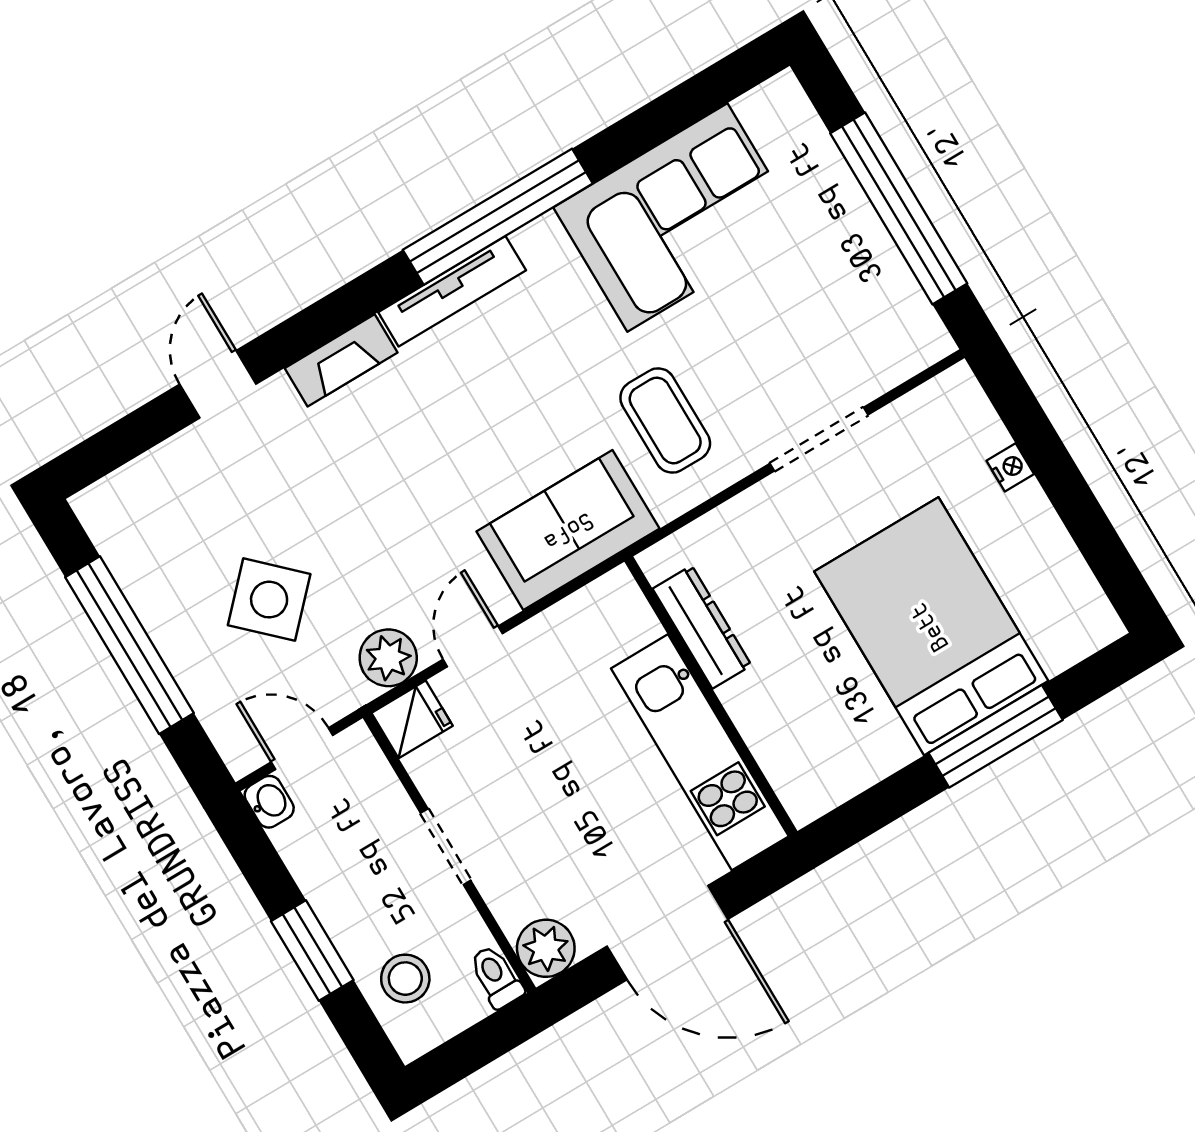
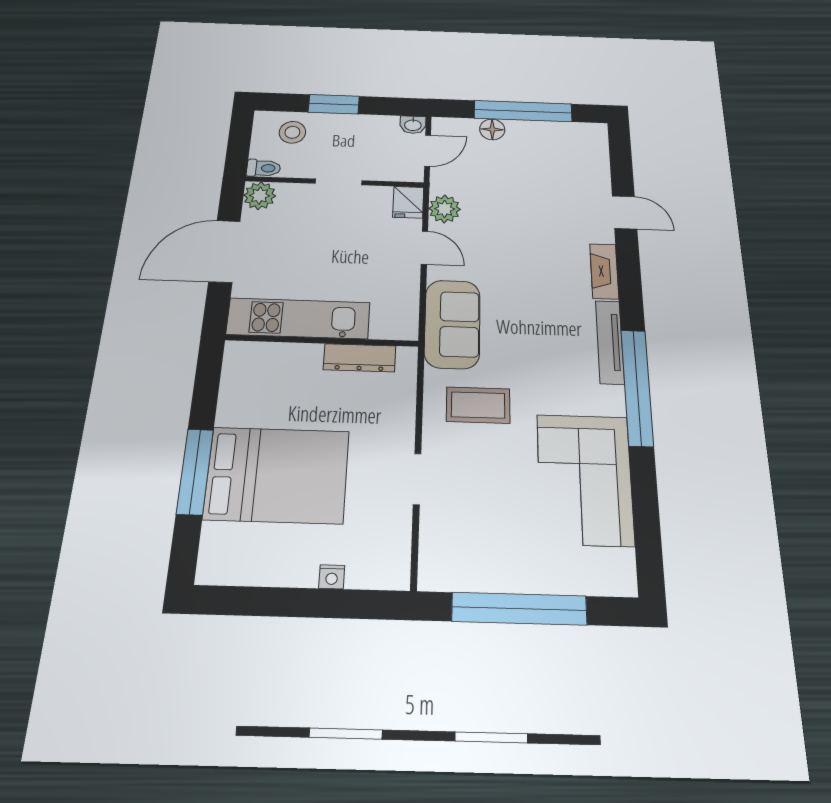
doorway: (819, 439) -> (417, 479), width x0.73
side table: (269, 600) -> (506, 176), removed
floor lamp: (197, 673) -> (492, 129), added

